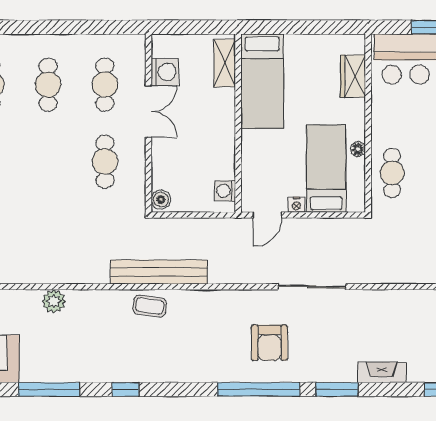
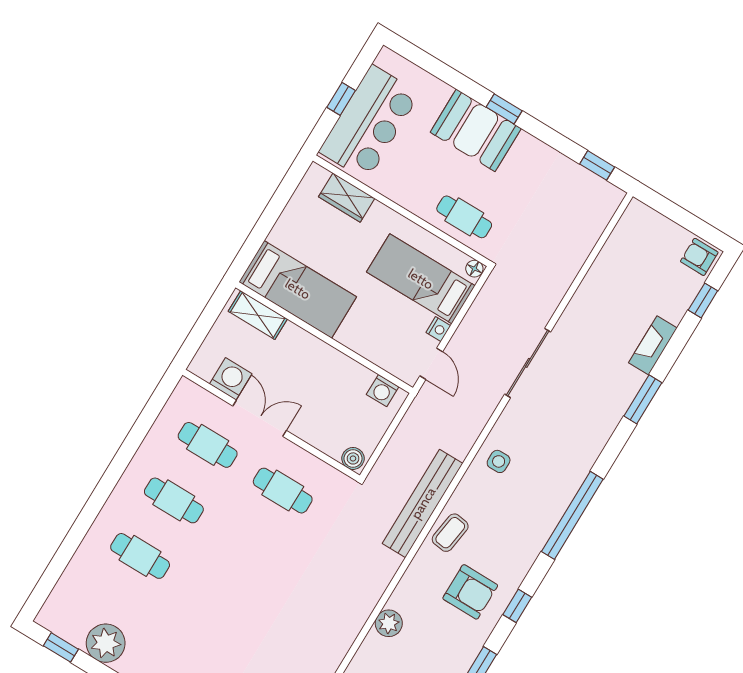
floor lamp: (358, 149) -> (474, 269), moved
side table: (225, 310) -> (499, 461), added
armchair: (269, 343) -> (470, 592), moved
window: (259, 389) -> (572, 515), moved

